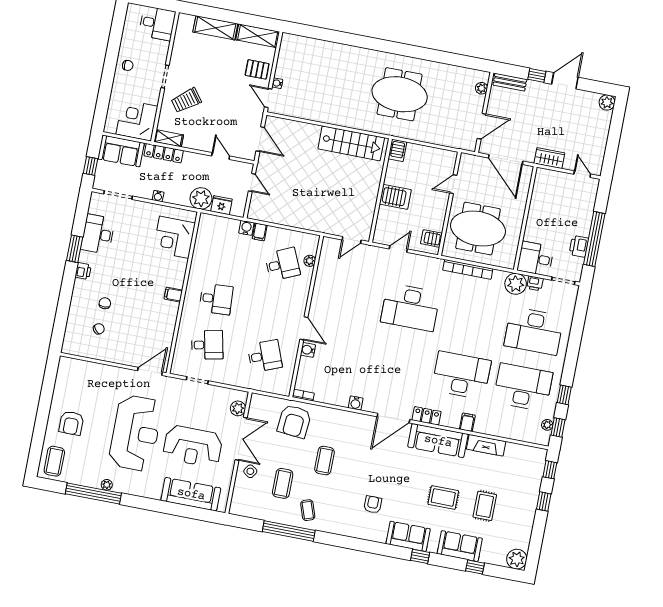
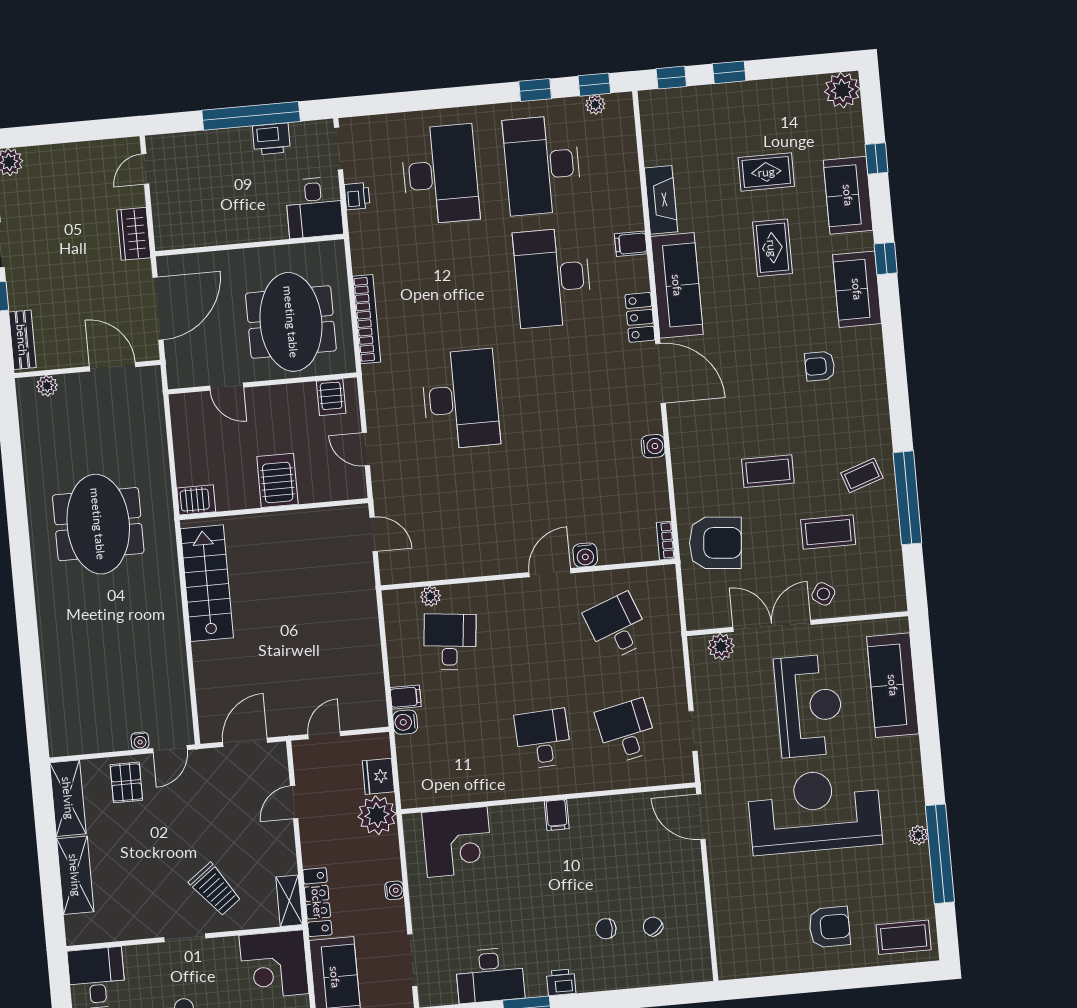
desk: (282, 264) -> (450, 642), turned 30
plant: (516, 284) -> (368, 229), removed

